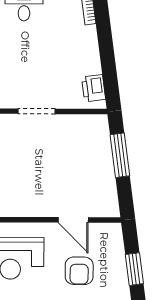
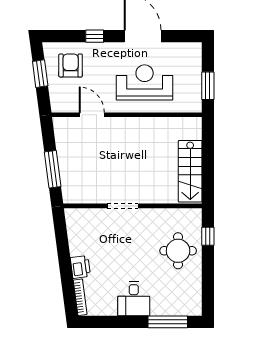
printer: (94, 88) -> (80, 267), moved
armchair: (79, 271) -> (71, 65), moved

